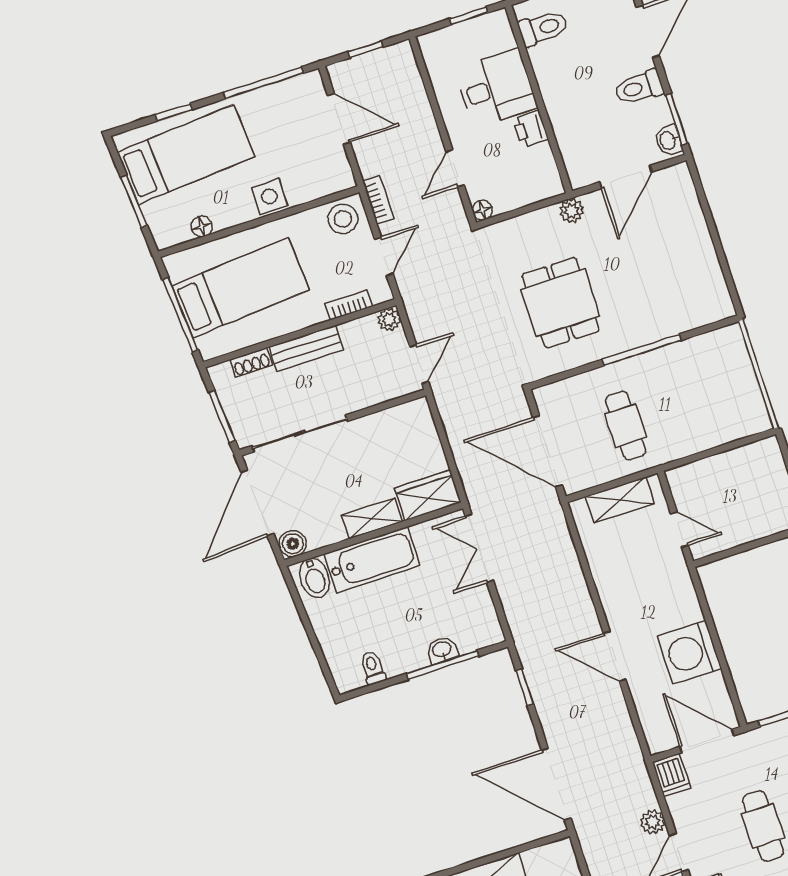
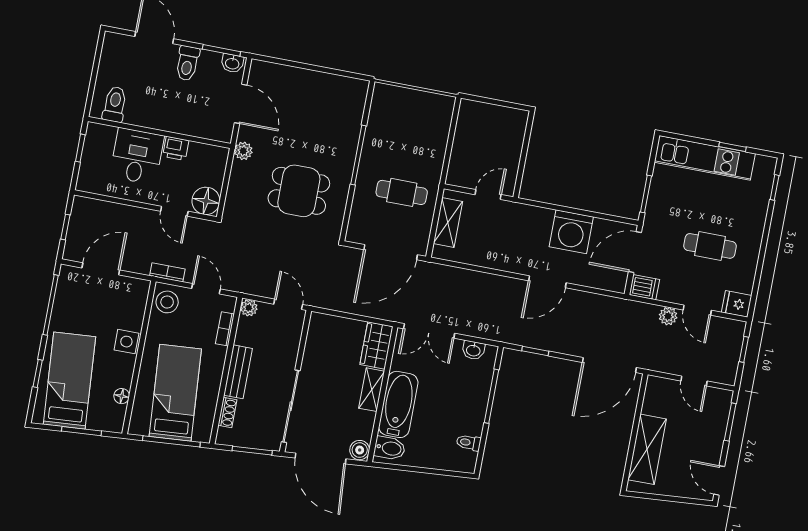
floor lamp: (482, 210) -> (206, 201), width x1.89, depth x1.89
washbasin: (442, 650) -> (473, 350), moved, turned -90

